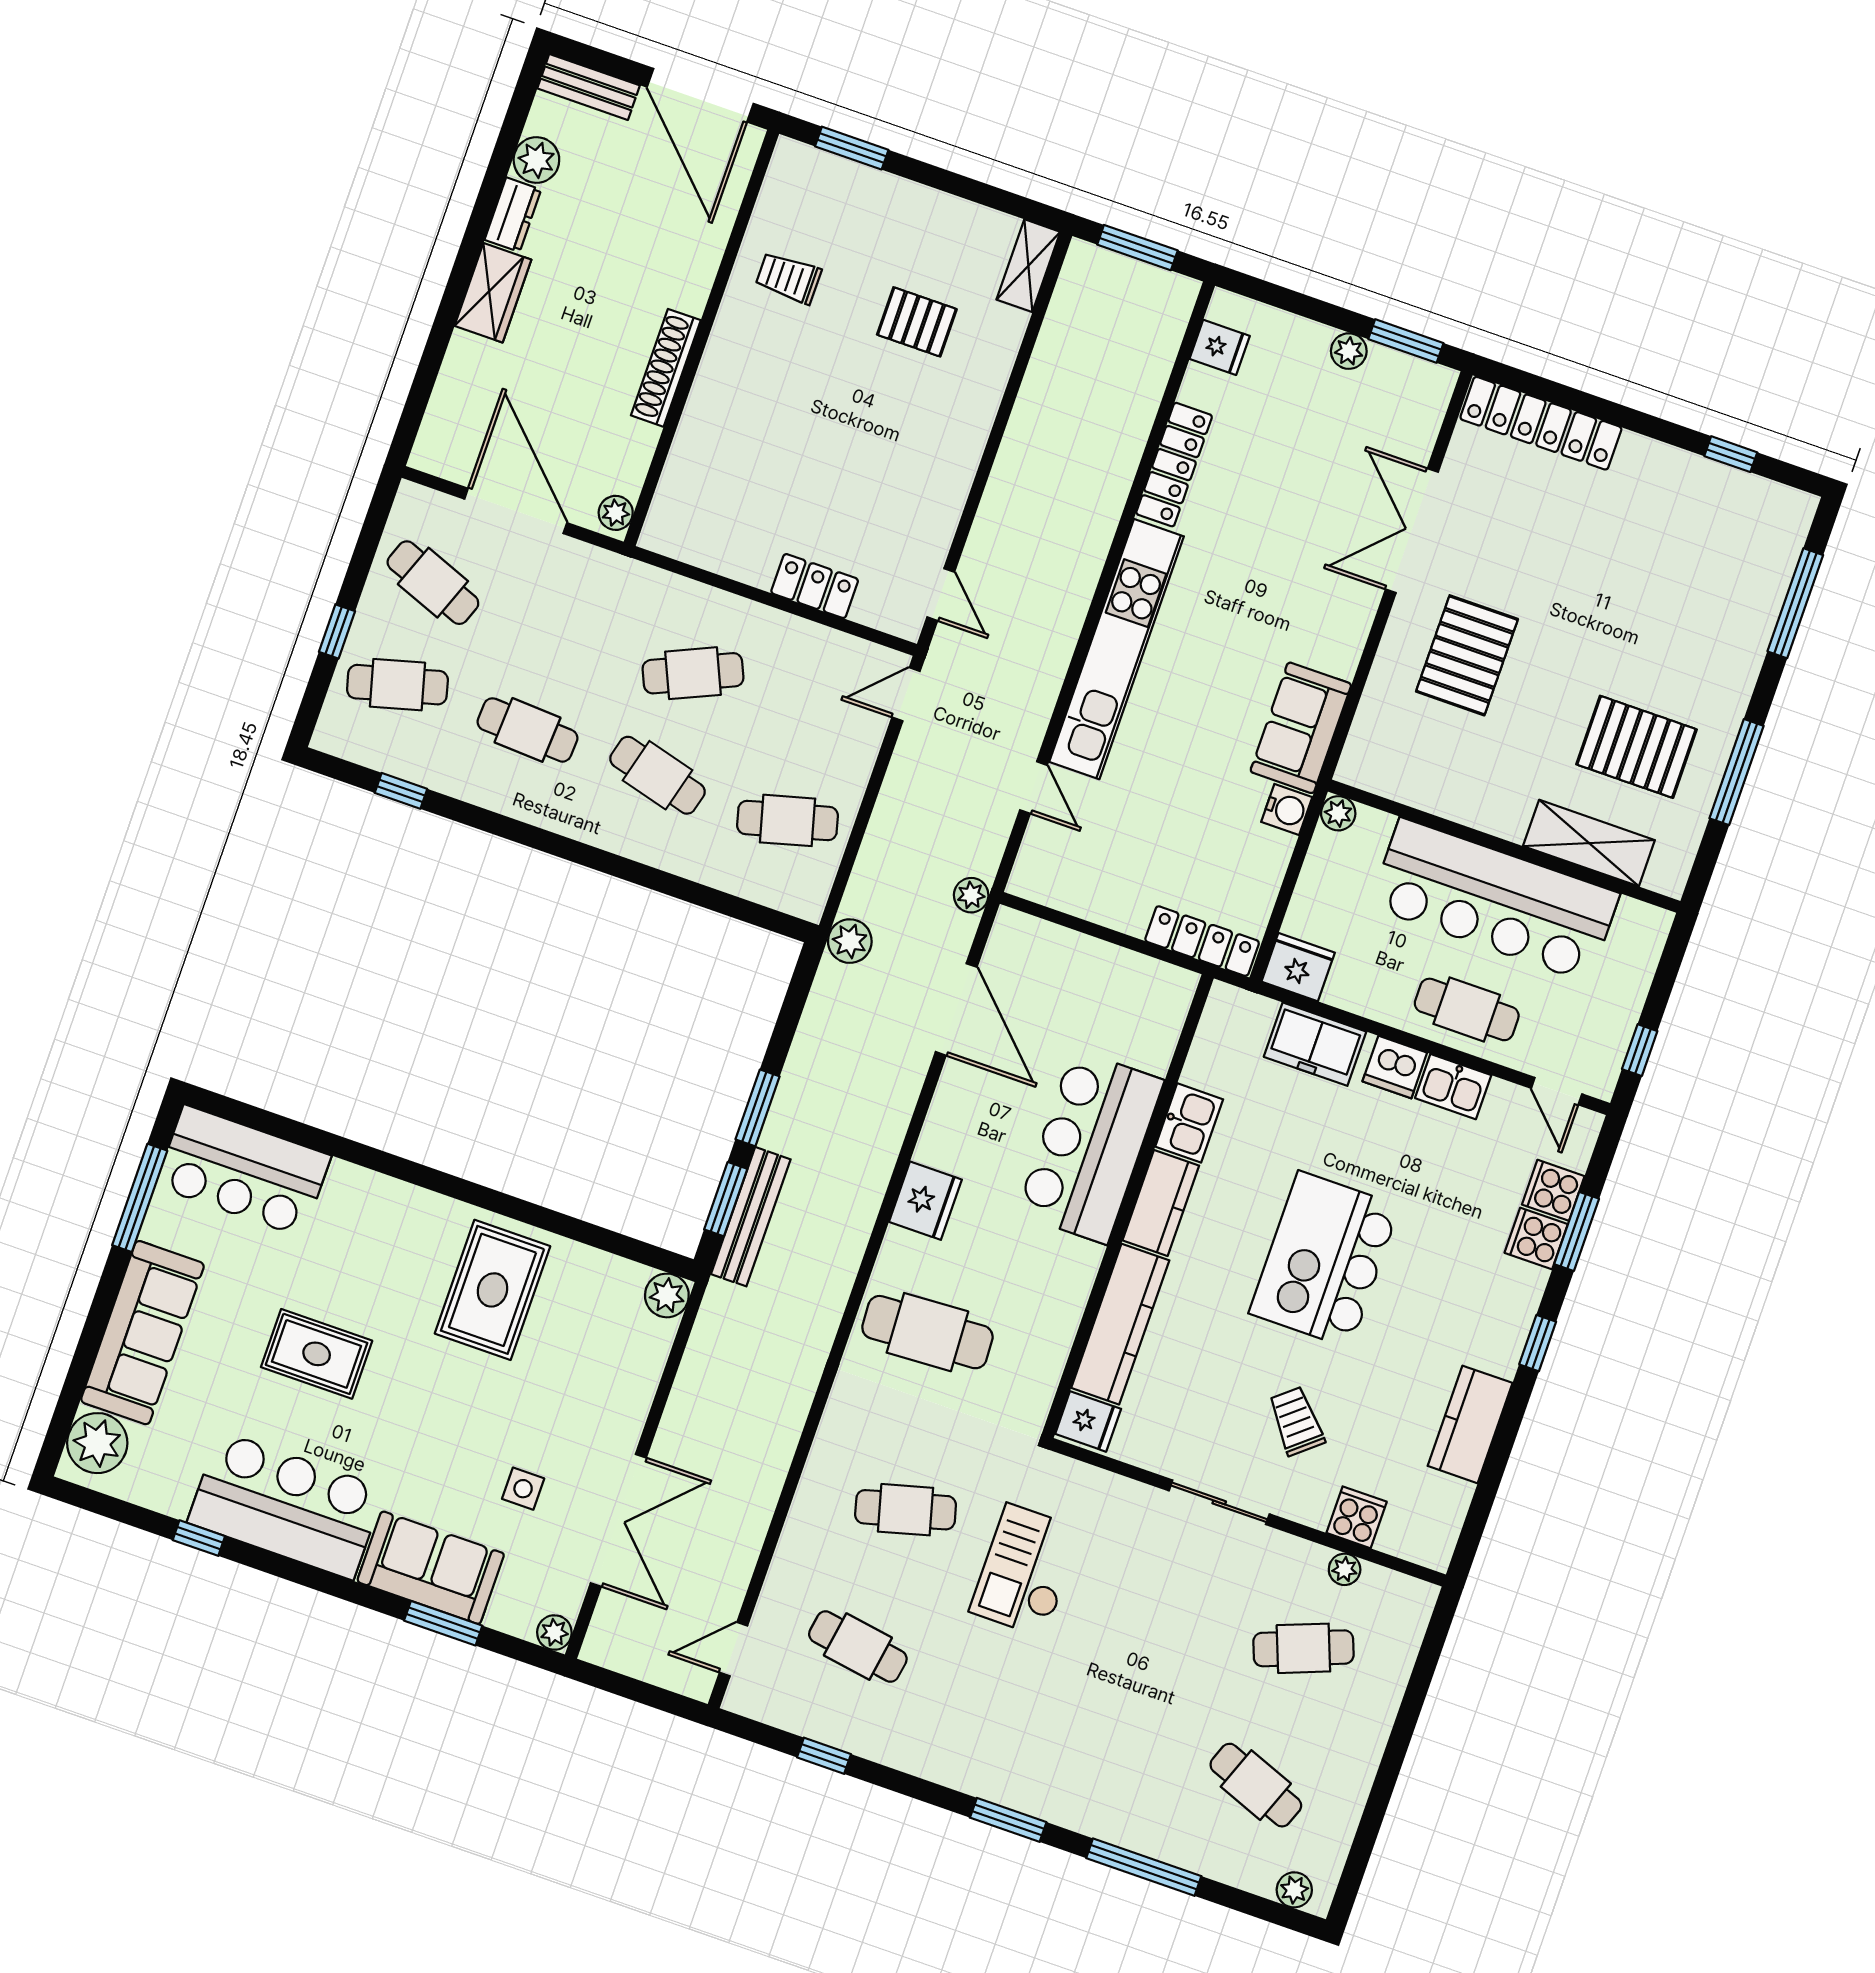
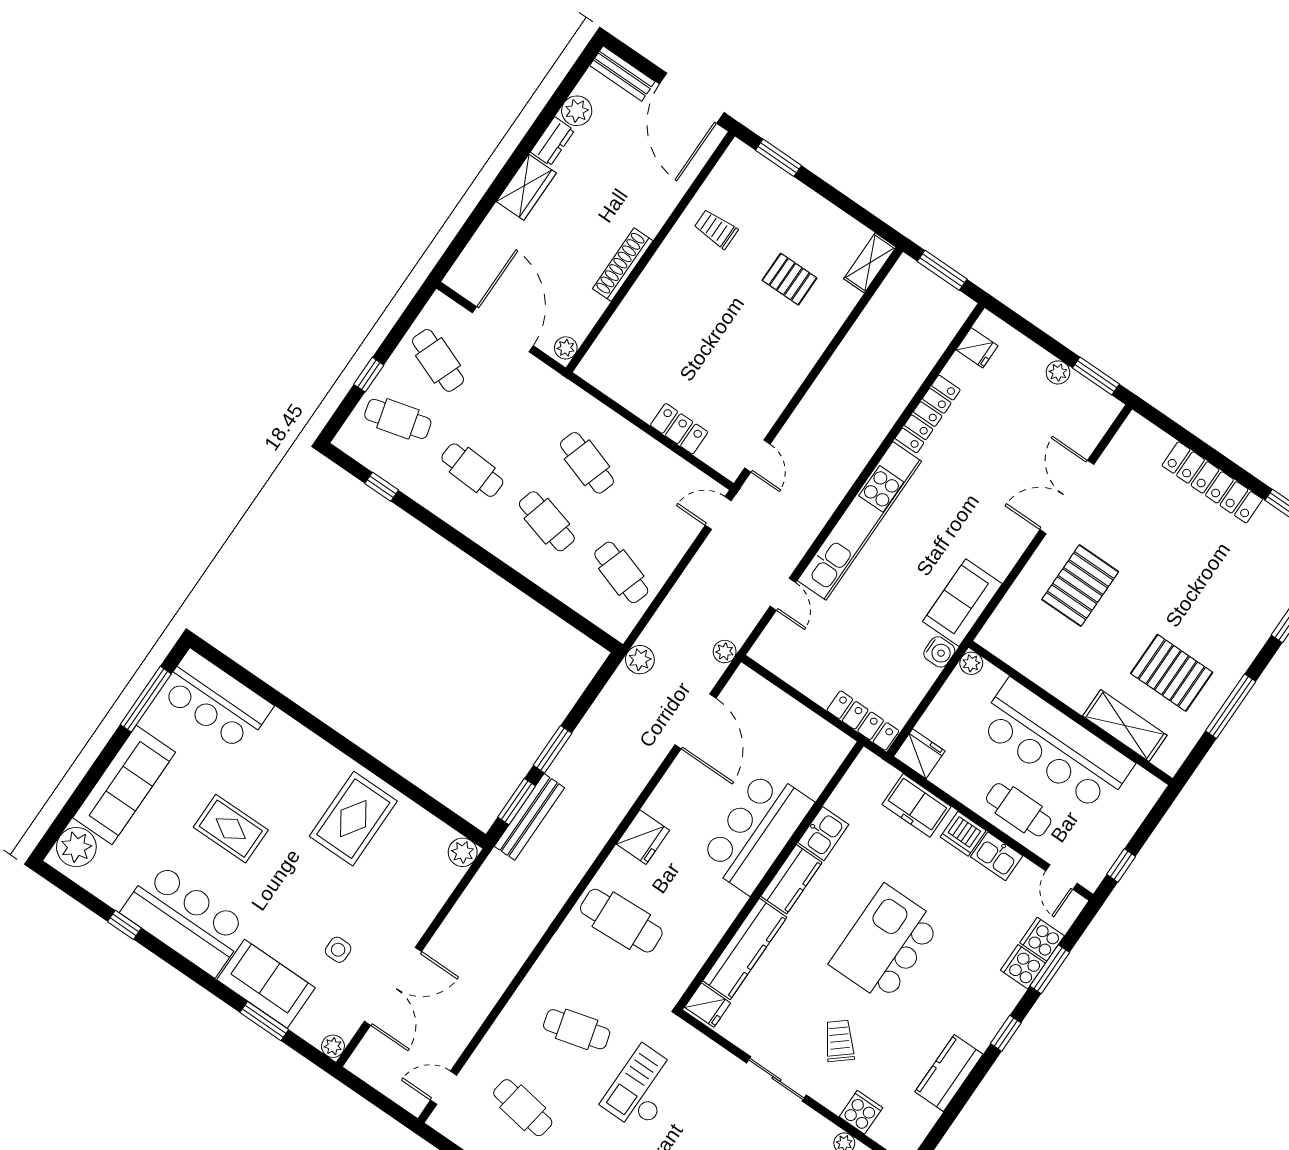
locker: (1541, 423) -> (1212, 482), moved
cafe table: (693, 673) -> (587, 463), turned 42
cafe table: (788, 820) -> (621, 572), turned 33

